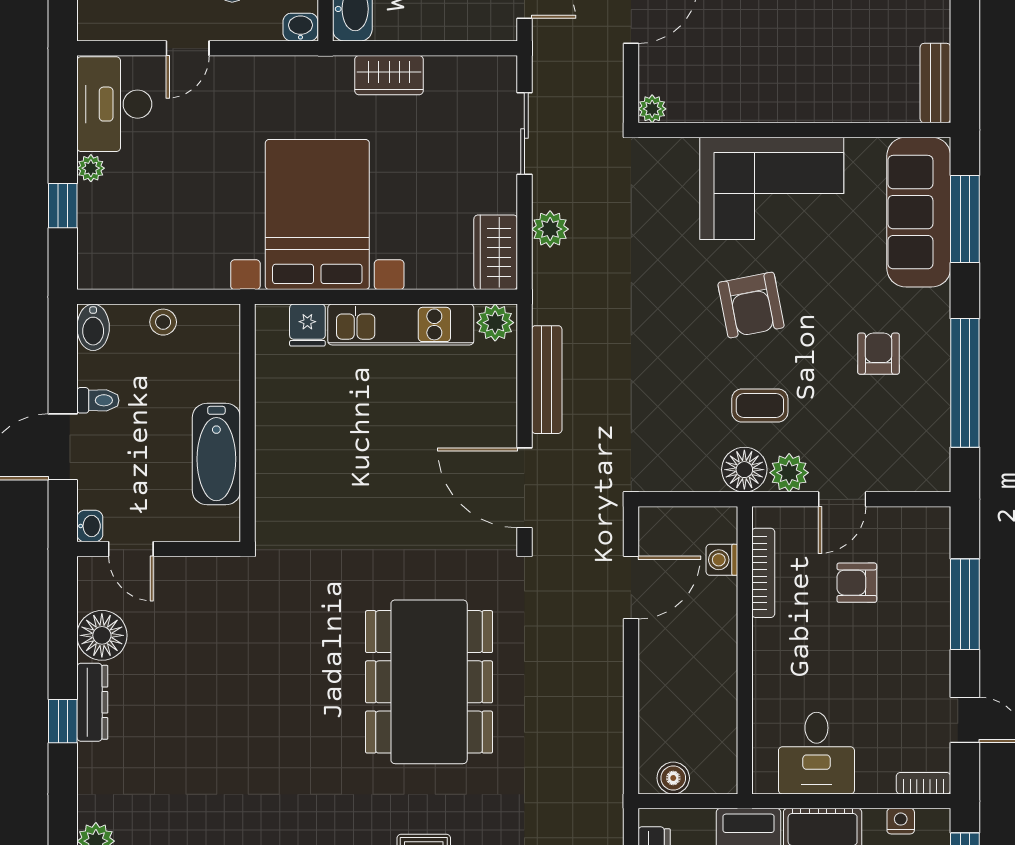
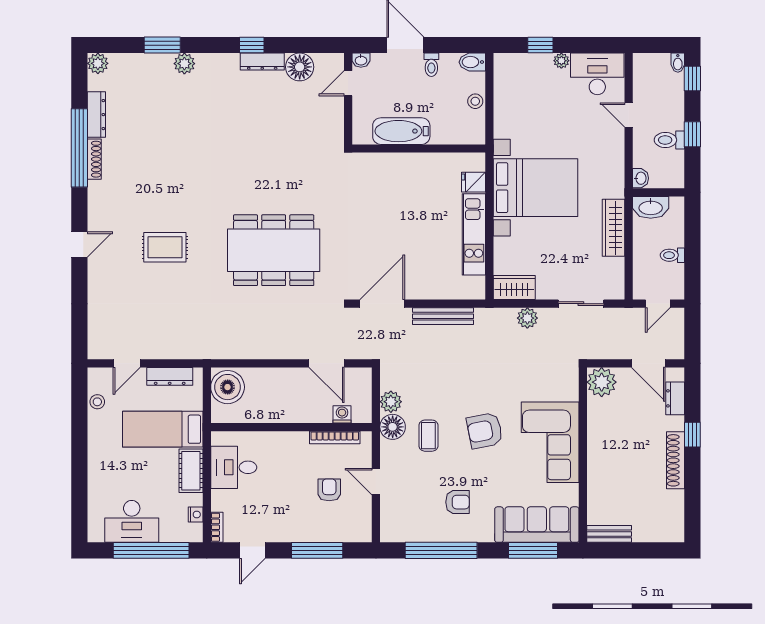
wardrobe: (389, 75) -> (614, 228), width x1.50
plant: (652, 109) -> (602, 382), width x1.87, depth x1.87
plant: (495, 323) -> (475, 287), removed
plant: (789, 473) -> (391, 402), moved
boiler: (673, 778) -> (228, 387), width x1.86, depth x1.86

